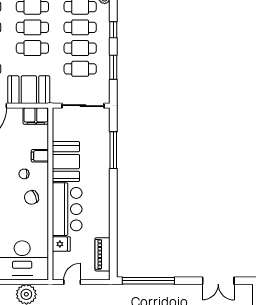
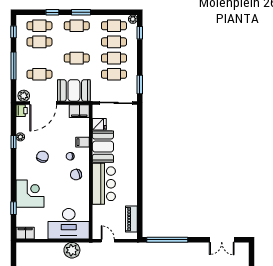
cafe table: (32, 27) -> (77, 42), removed
window: (113, 30) -> (140, 33), moved
window: (113, 67) -> (140, 84), moved
window: (113, 150) -> (140, 138), removed
fridge: (61, 244) -> (99, 124), moved
door: (72, 282) -> (108, 241), hinge flipped

